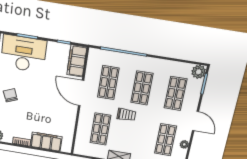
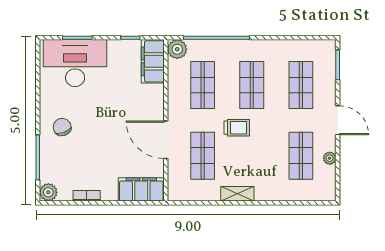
plant: (199, 72) -> (177, 49), moved
door: (81, 93) -> (166, 140), moved
filing cabinet: (46, 142) -> (141, 189), moved

